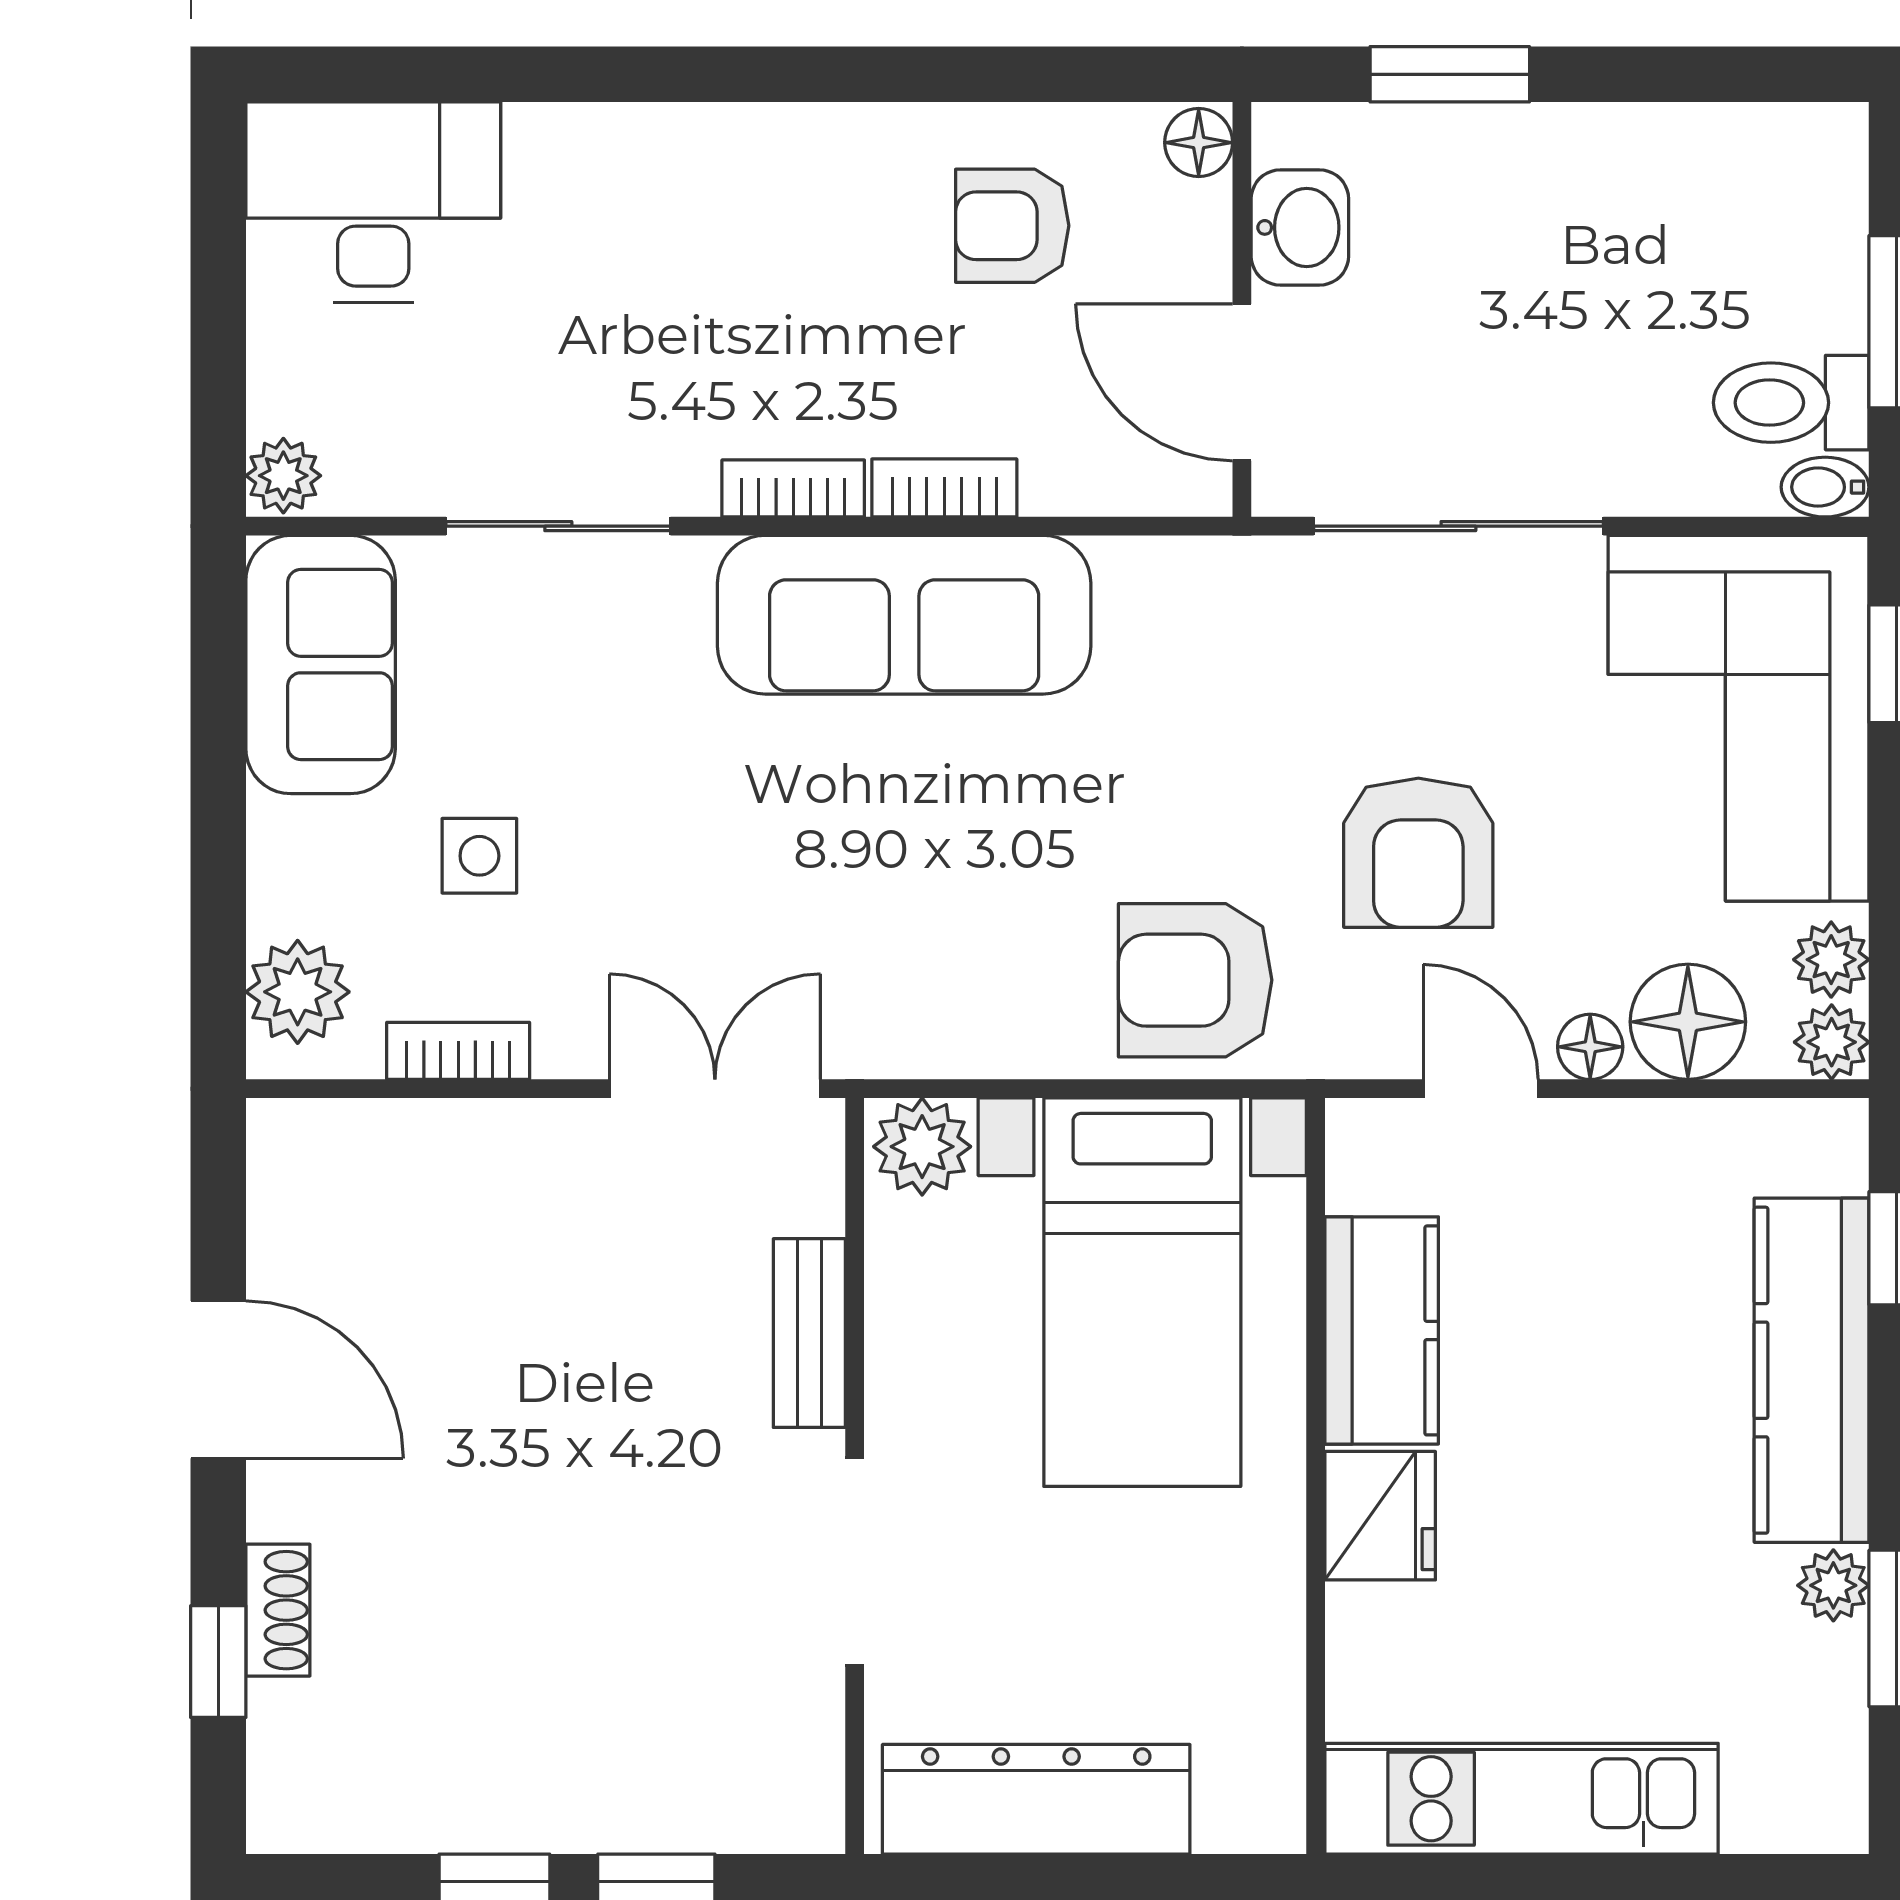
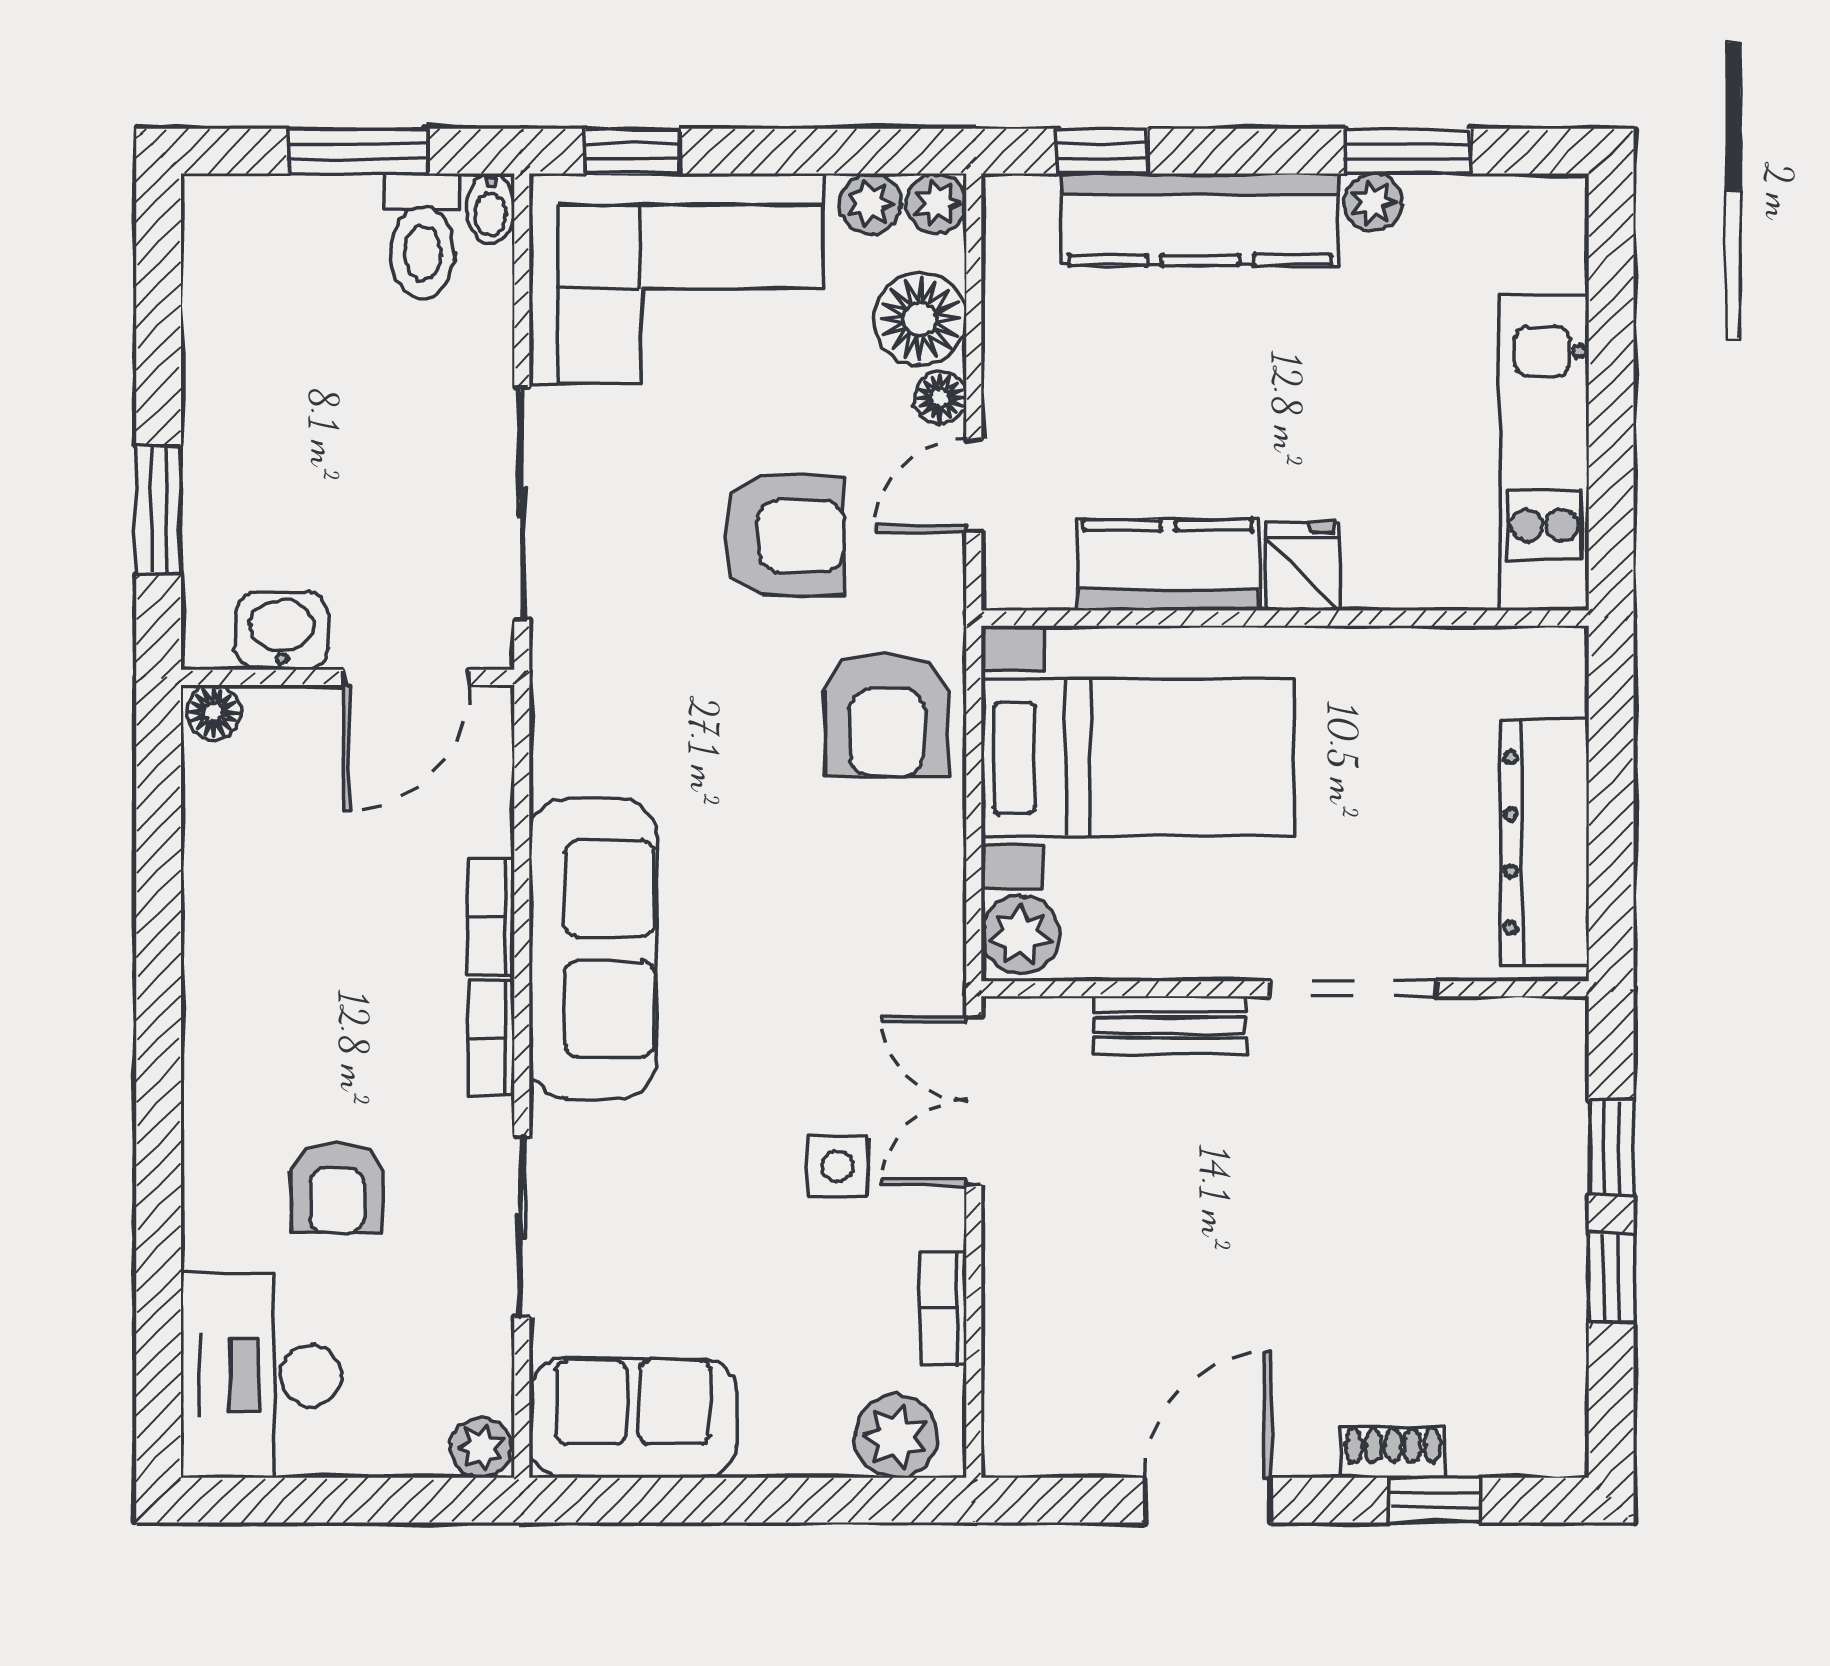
armchair: (1012, 226) -> (337, 1188), moved
side table: (479, 856) -> (838, 1166), moved
fridge: (1380, 1516) -> (1303, 566), width x0.72

